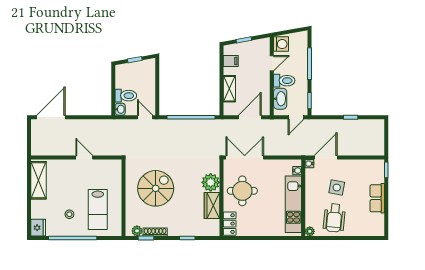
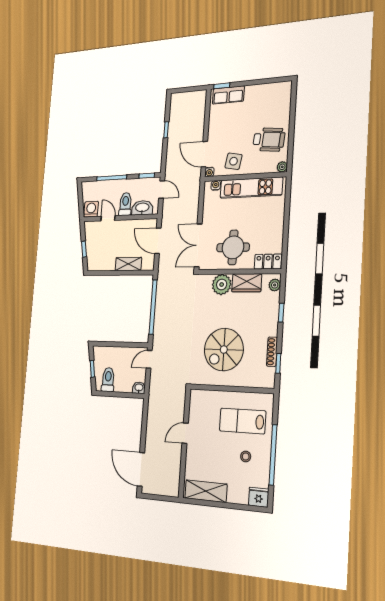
filing cabinet: (231, 61) -> (102, 263), removed
toilet: (126, 96) -> (108, 380), moved
spiral stairs: (156, 188) -> (224, 350), turned -90
side table: (337, 188) -> (234, 161), moved
row of seats: (377, 198) -> (228, 95), moved
lab bench: (98, 209) -> (243, 421), turned 180
plant: (137, 231) -> (275, 285), moved

